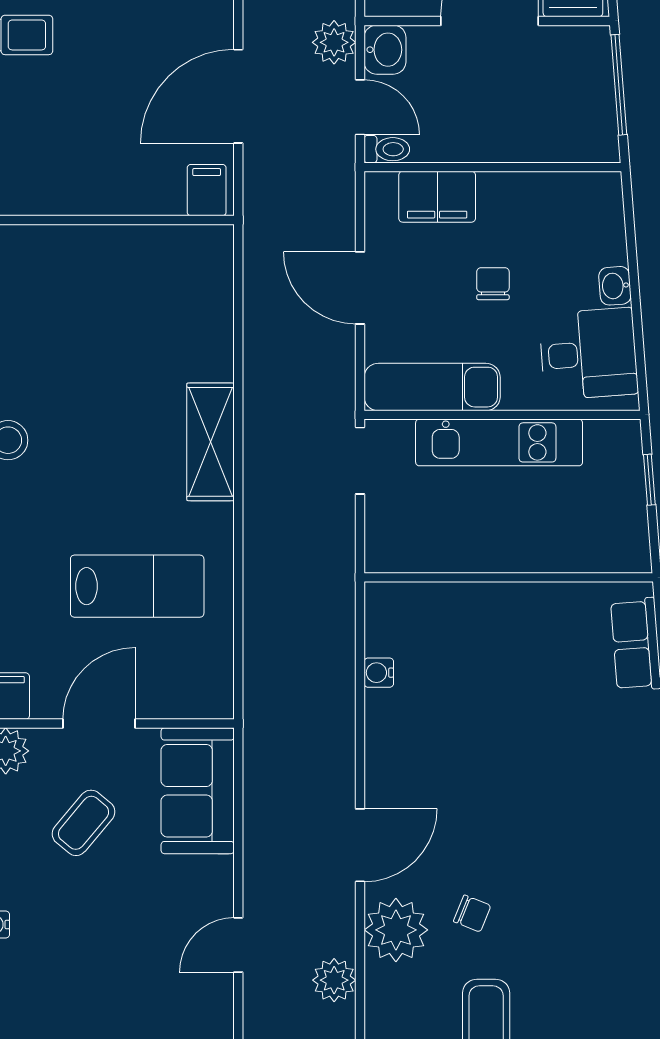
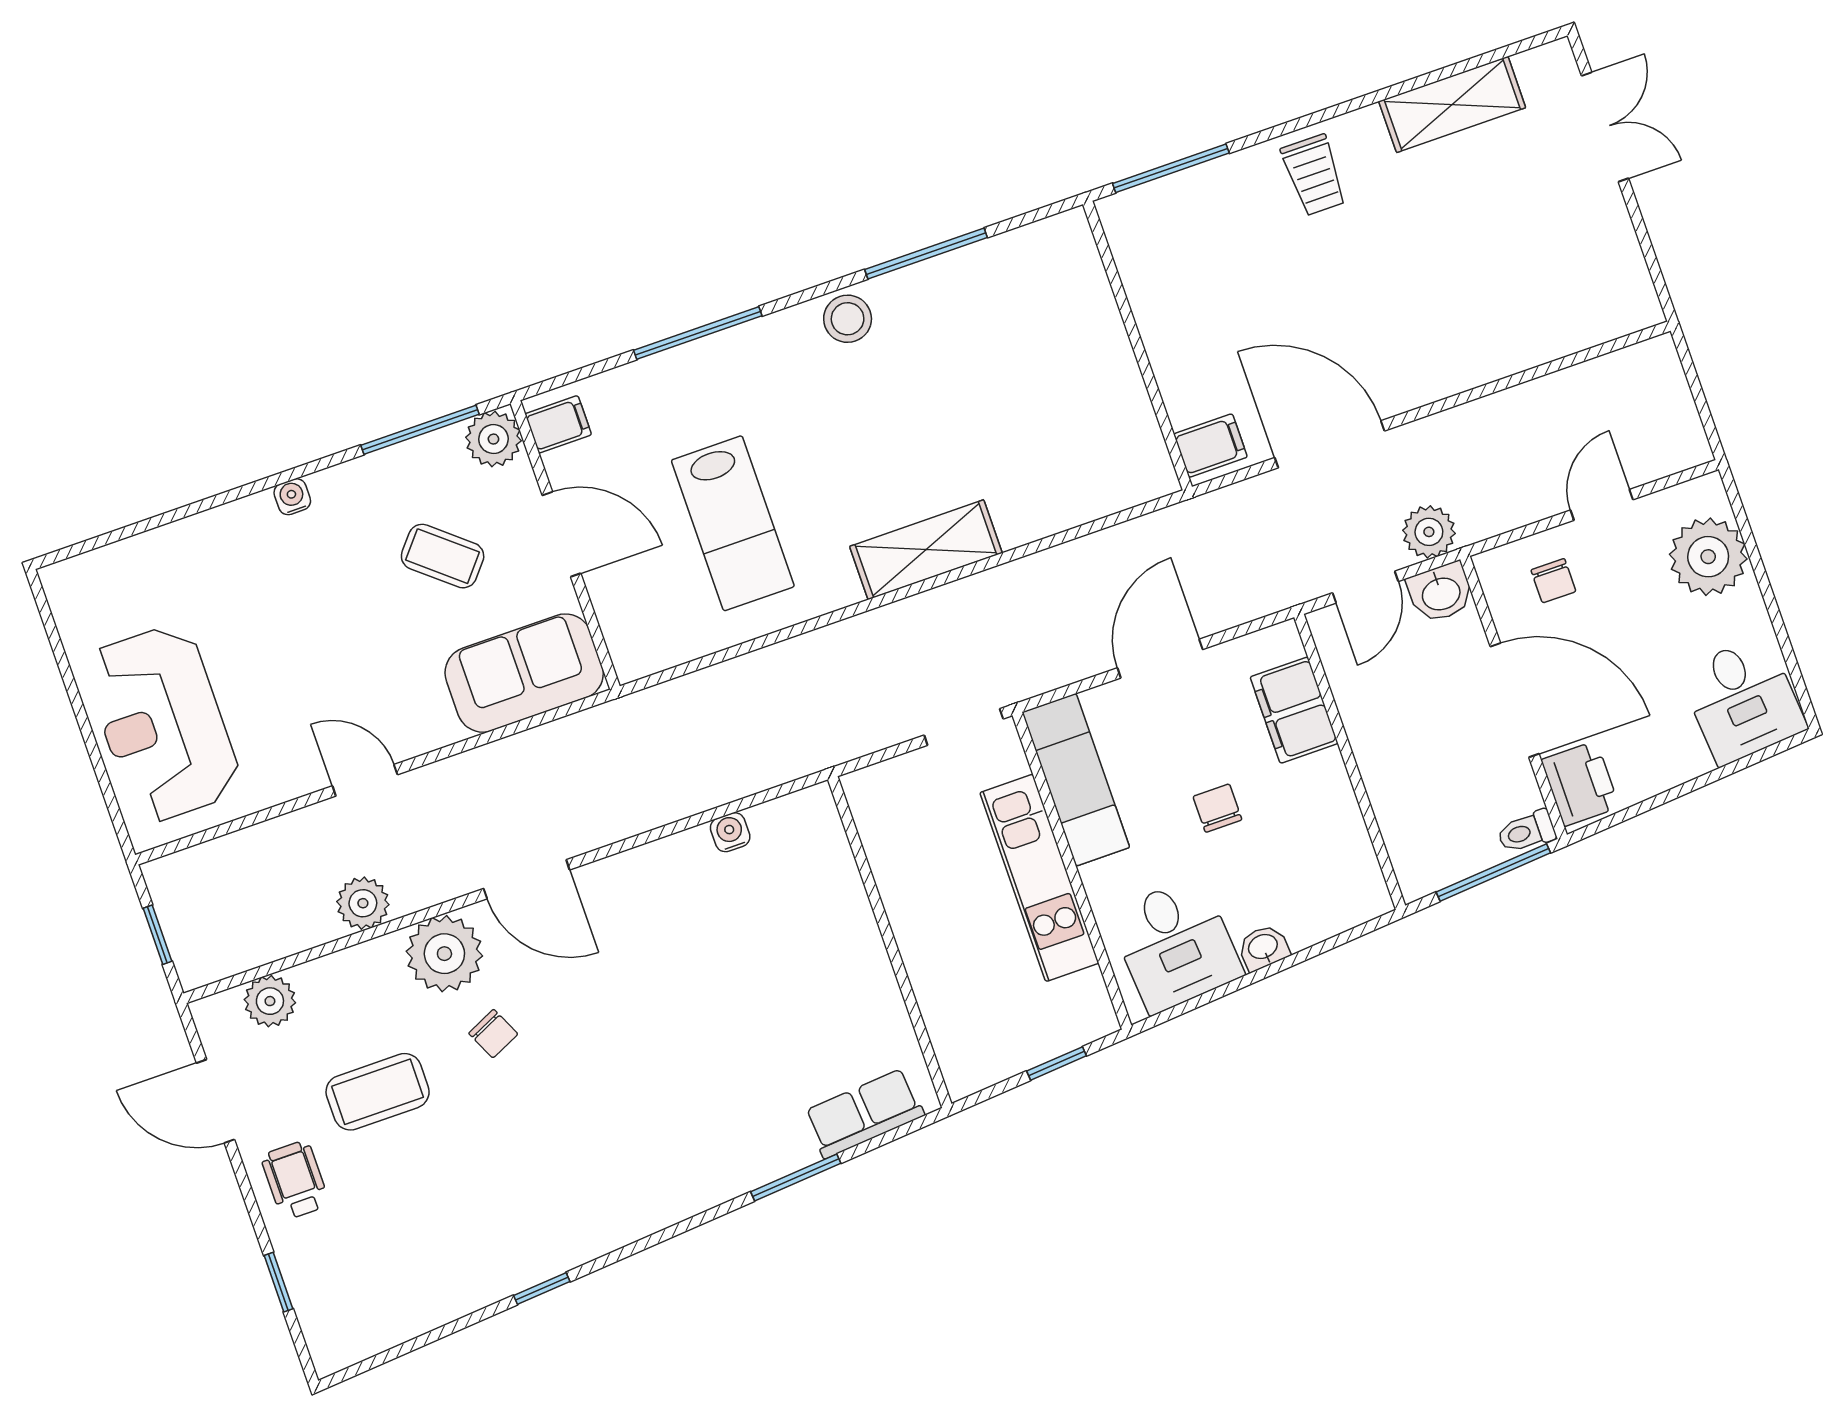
toilet: (387, 149) -> (1526, 832), moved, turned 90
chair: (493, 284) -> (1217, 808), turned -90
chair: (472, 914) -> (493, 1034), turned -47

